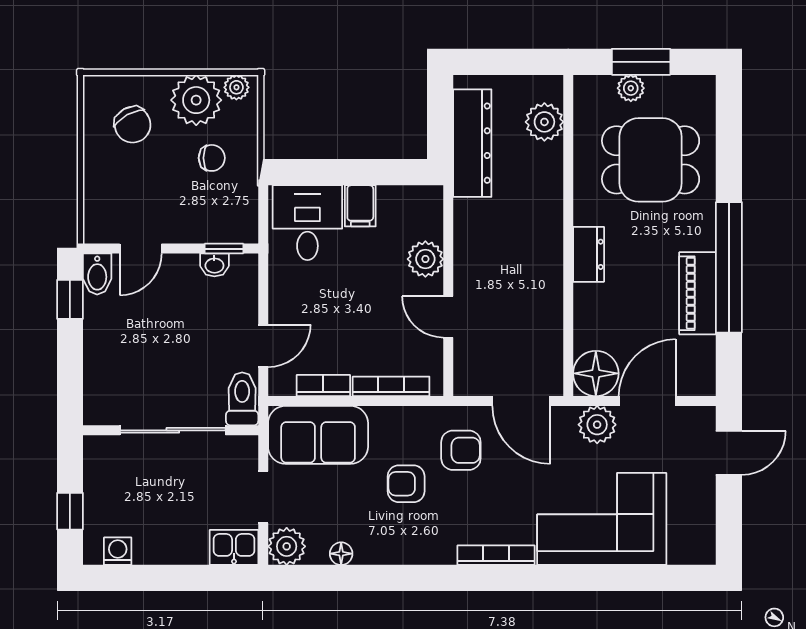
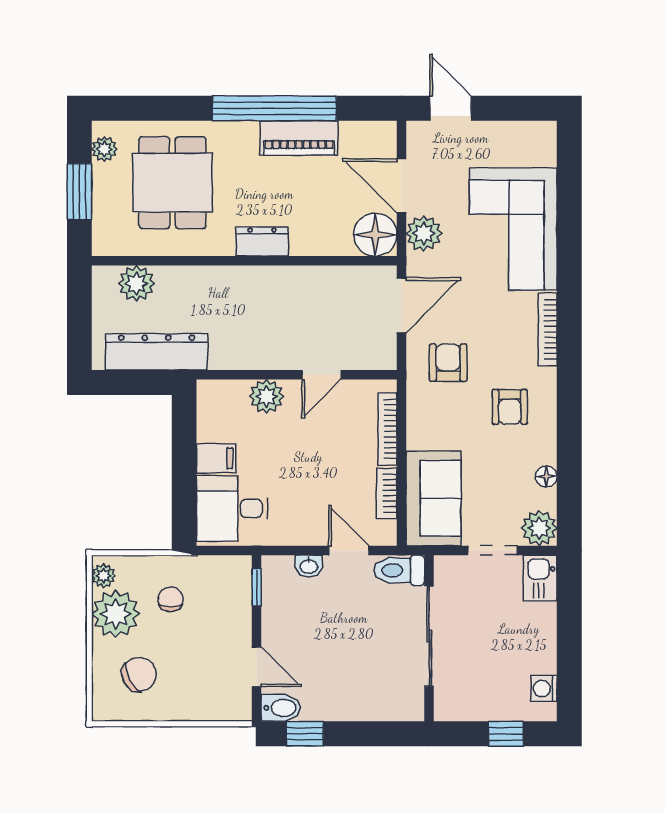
plant: (631, 88) -> (104, 149), moved
washbasin: (214, 265) -> (309, 566), moved, turned 90
armchair: (406, 484) -> (510, 407), moved

